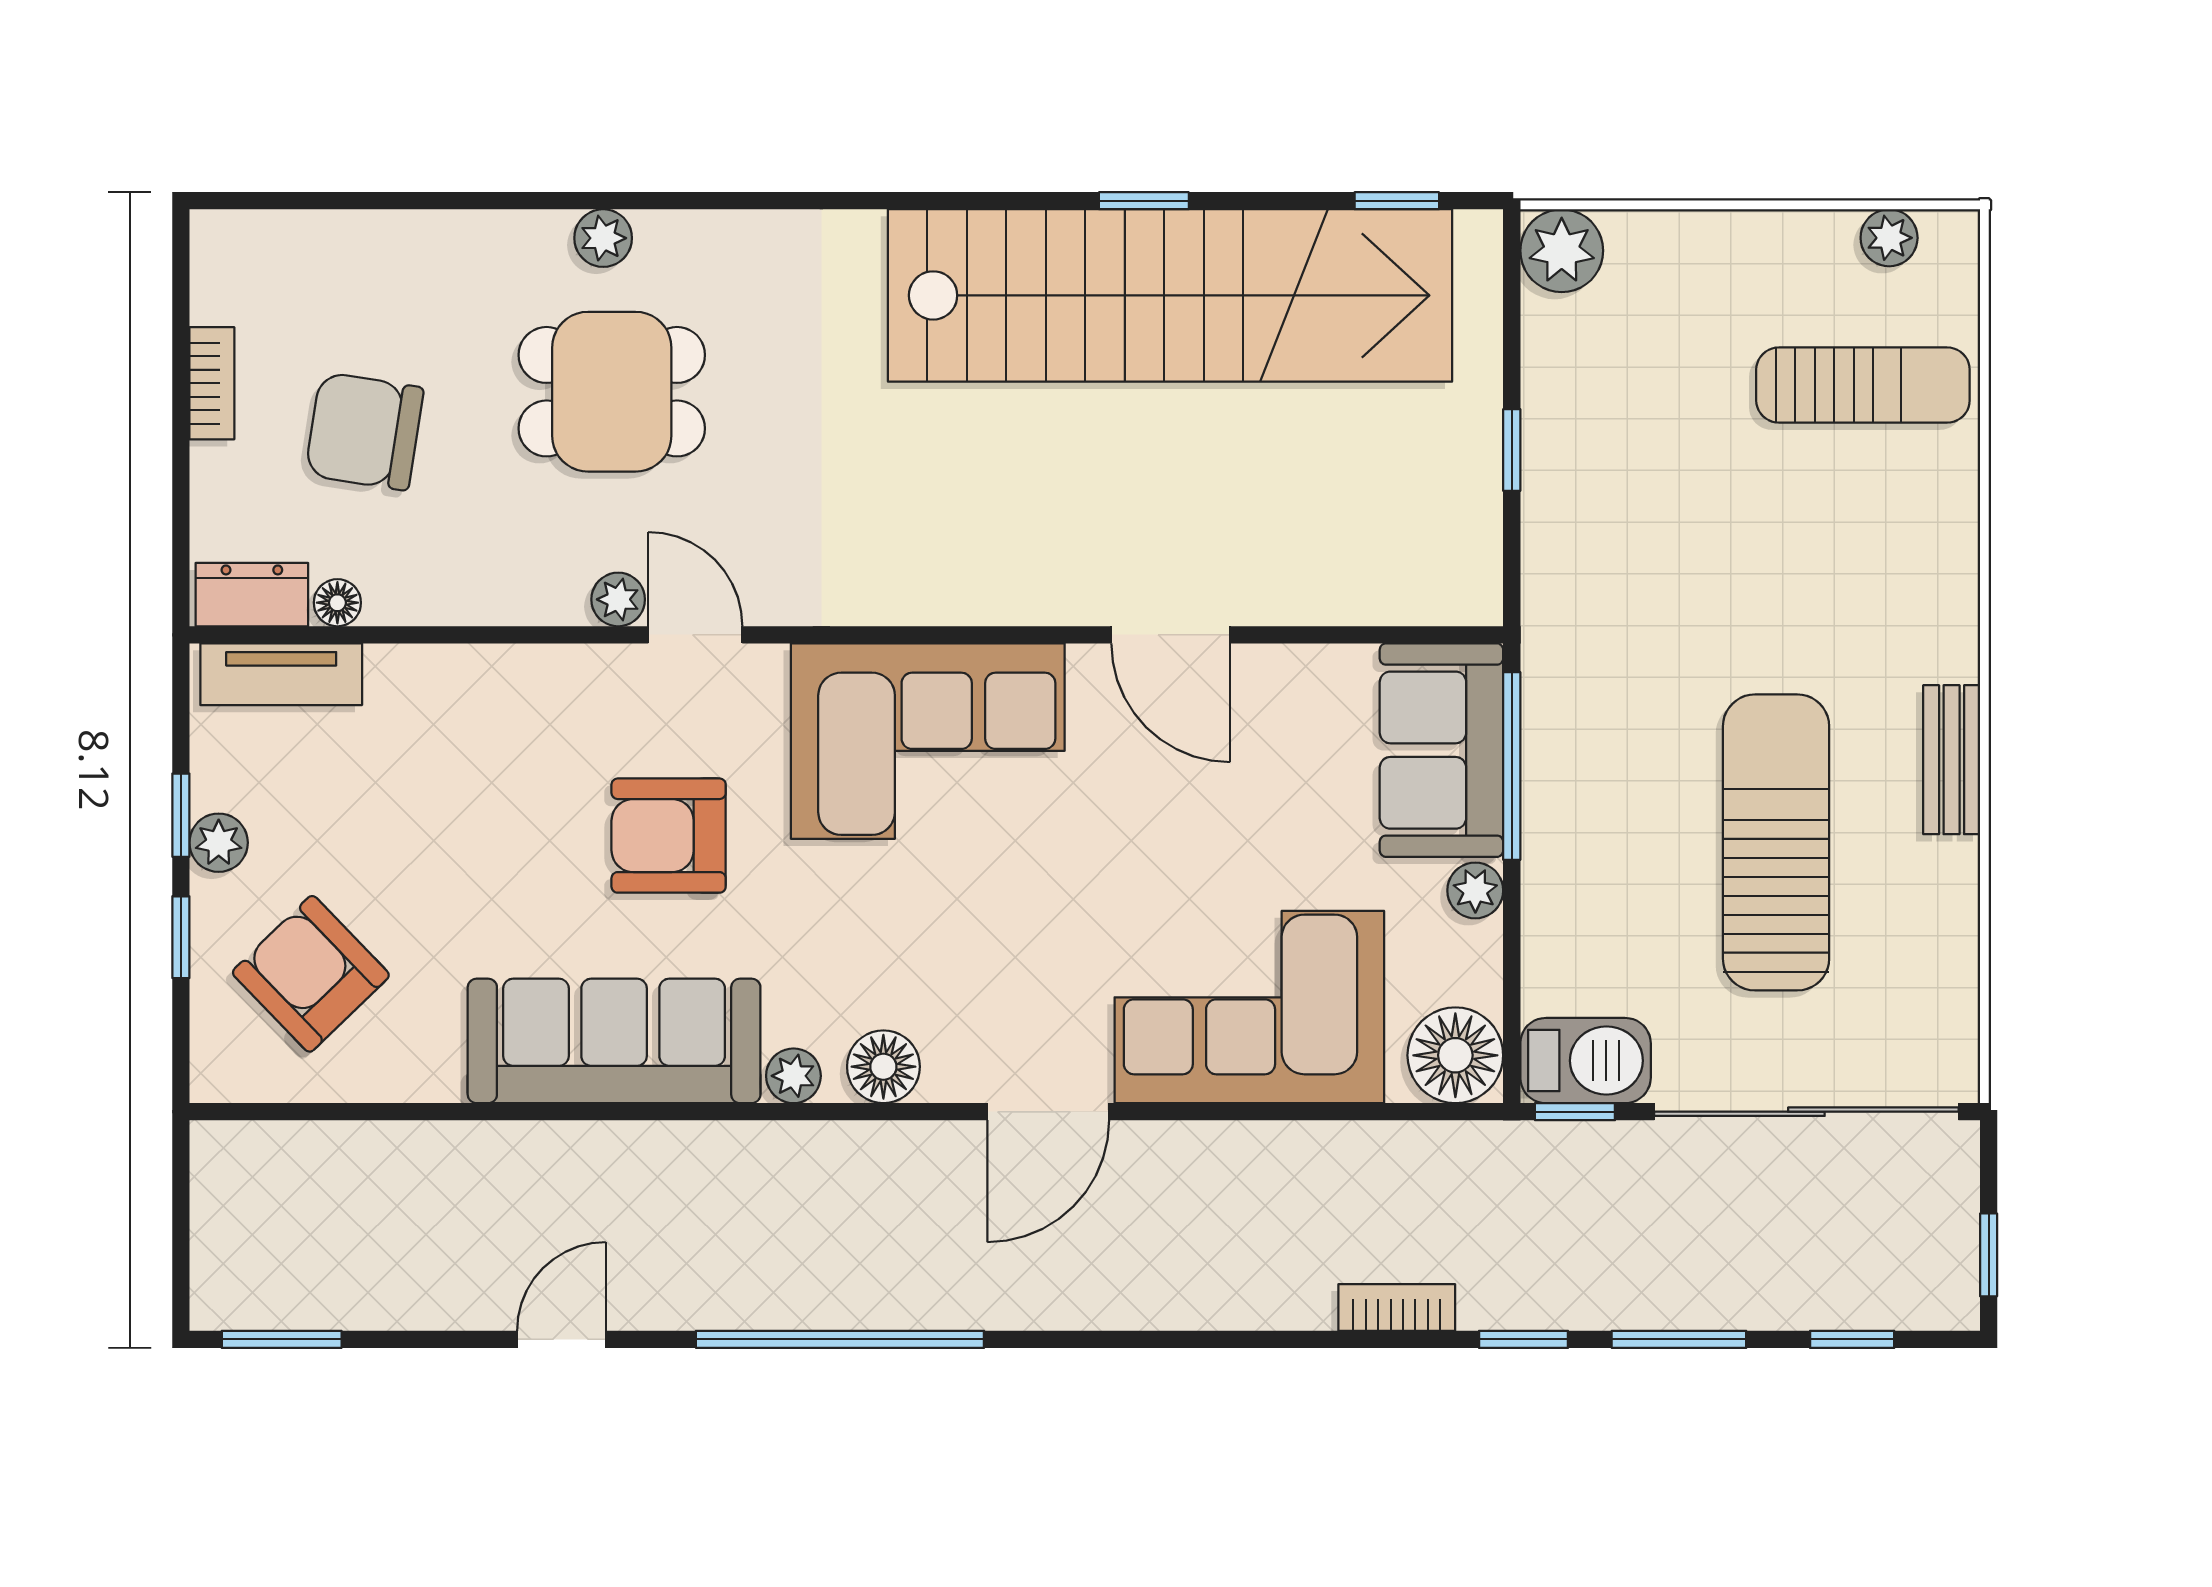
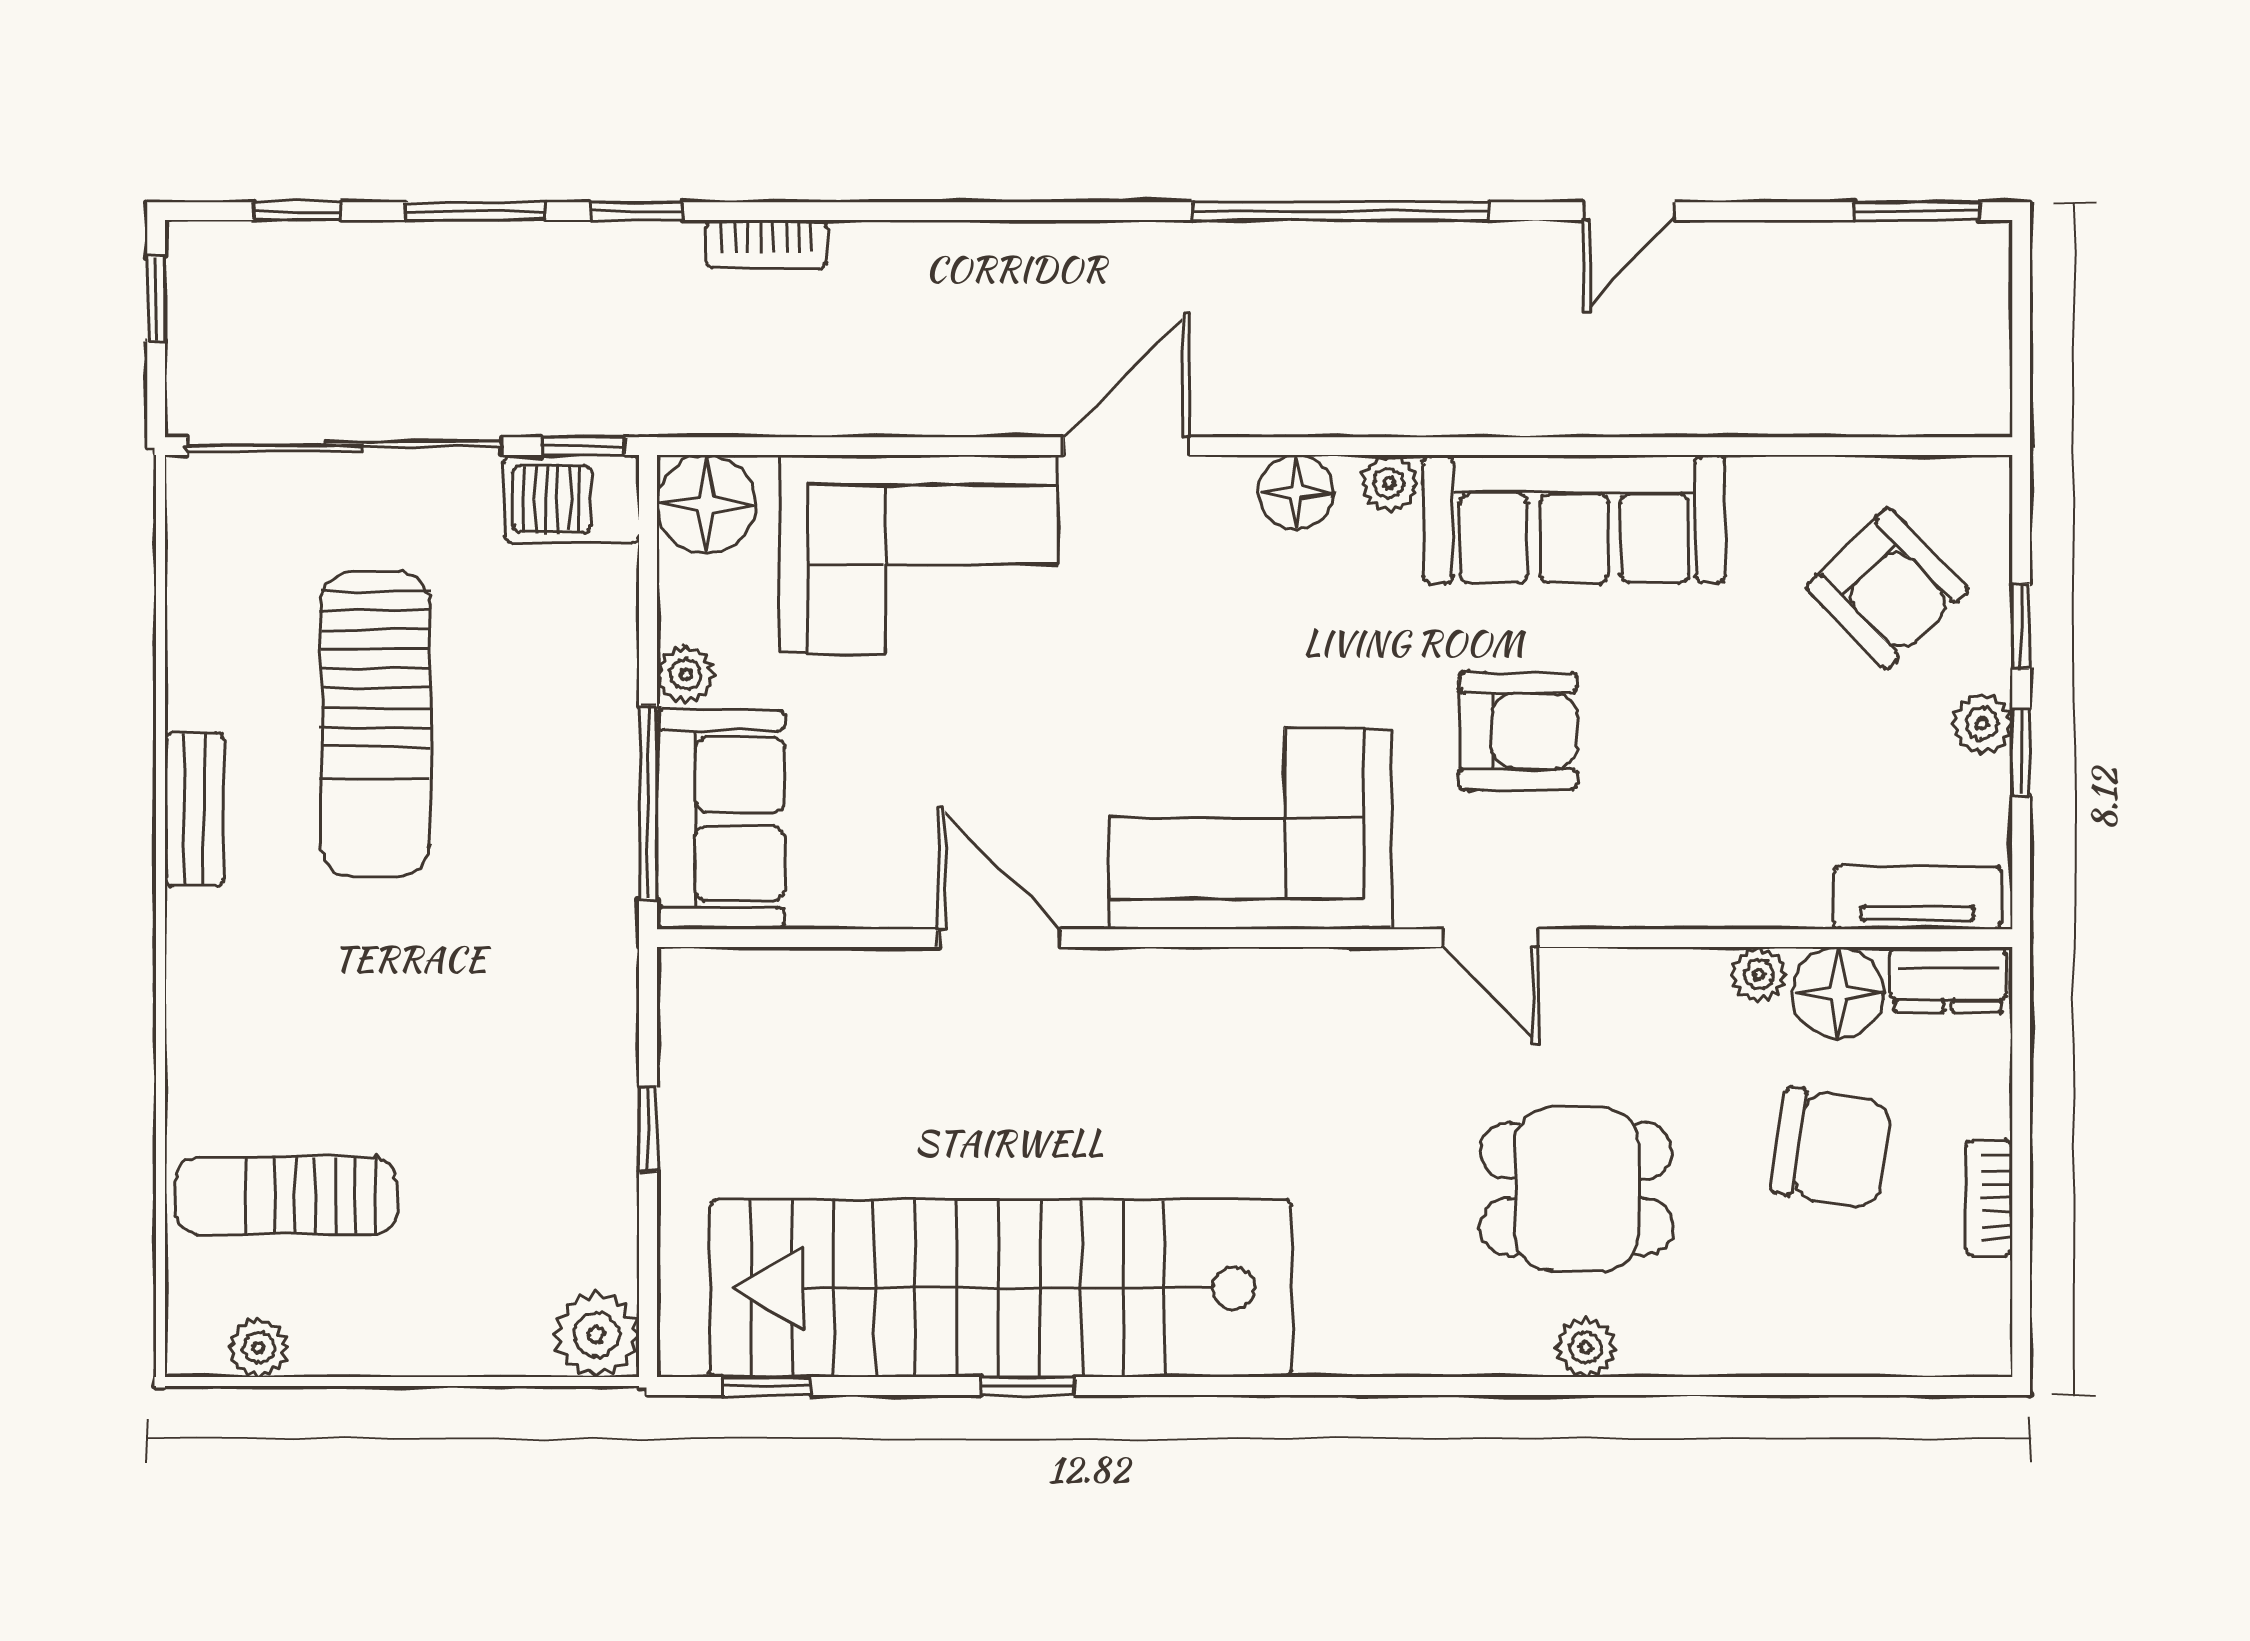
plant: (618, 599) -> (1759, 975), moved
floor lamp: (337, 603) -> (1838, 993), width x1.89, depth x1.89

